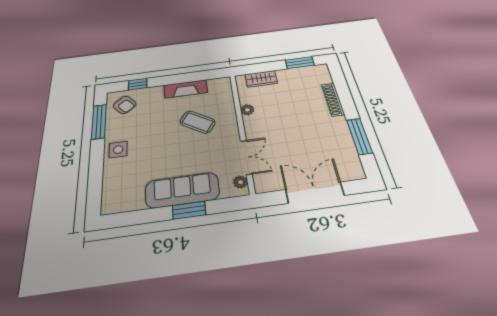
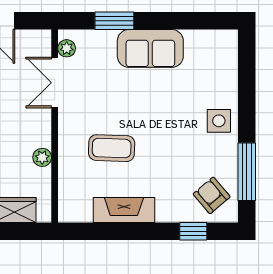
coffee table: (198, 122) -> (112, 148), turned -31
sofa: (182, 190) -> (150, 48), width x0.73
window: (189, 210) -> (114, 21), moved

